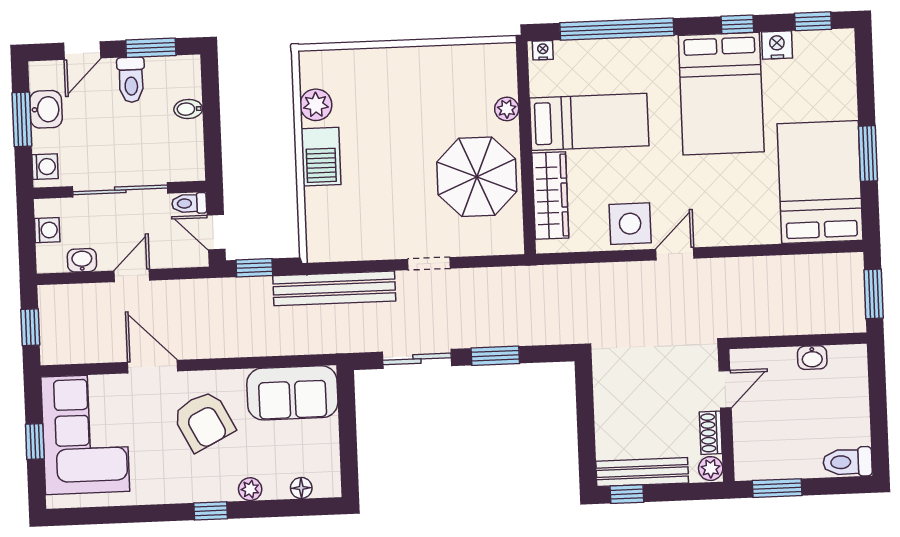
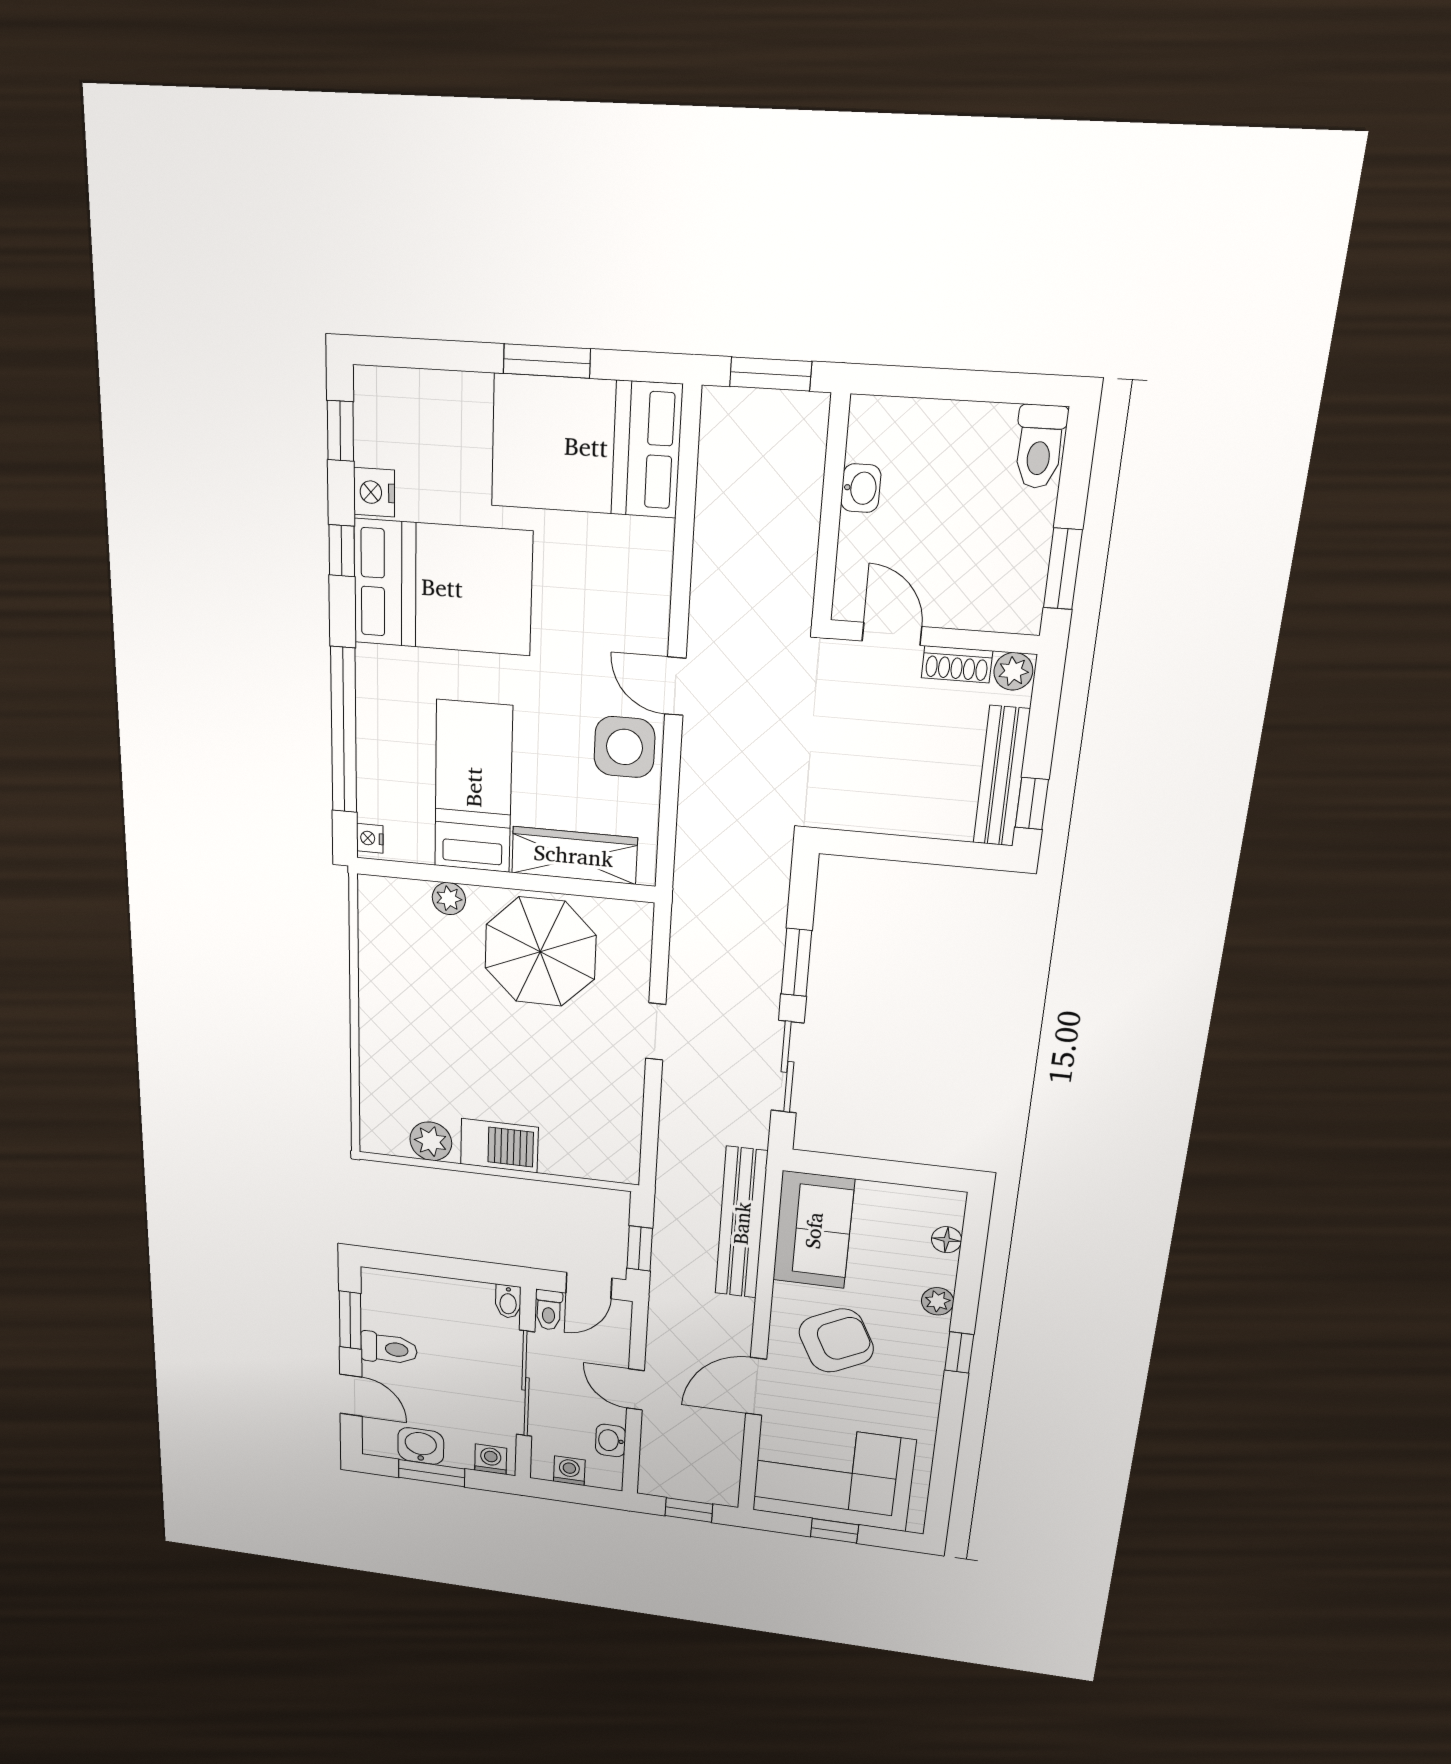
bidet: (188, 109) -> (508, 1302), moved
bench: (334, 288) -> (741, 1223), moved

